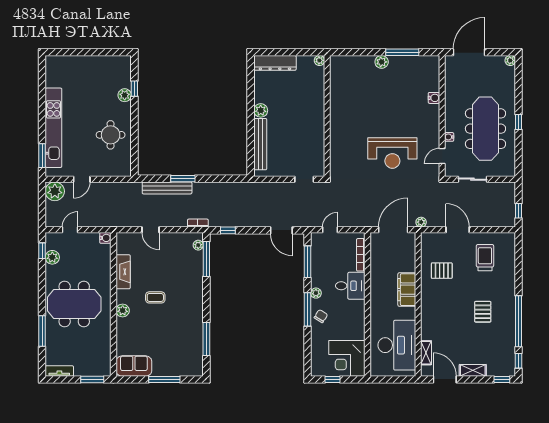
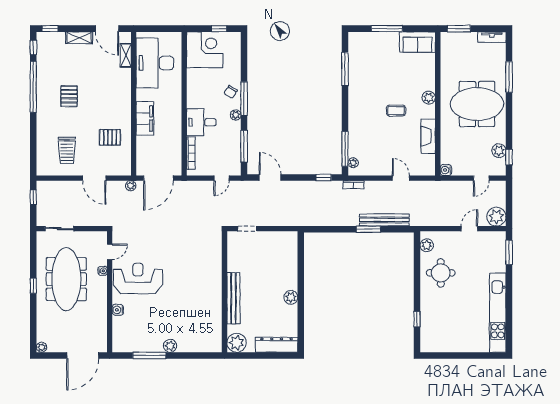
plant: (319, 60) -> (237, 343), width x1.87, depth x1.87
plant: (125, 95) -> (427, 245), moved
kitchen unit: (53, 128) -> (498, 313), moved
bench: (260, 144) -> (233, 298), moved
reception desk: (392, 153) -> (138, 279), moved
sliding door: (472, 179) -> (59, 229), moved

